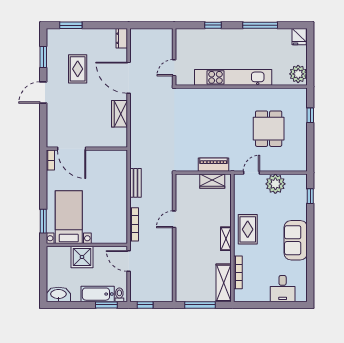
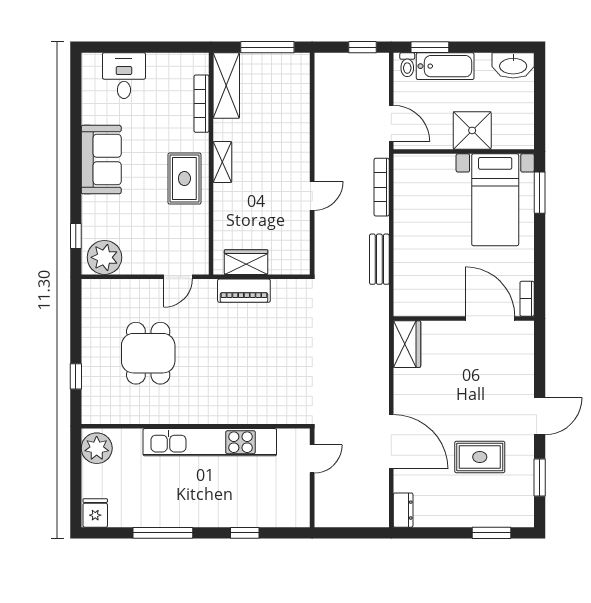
rug: (78, 69) -> (480, 457), turned 90
wardrobe: (120, 114) -> (407, 344), moved
plant: (275, 184) -> (104, 257), moved

